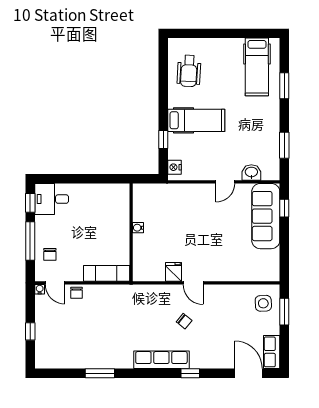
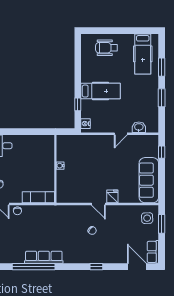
wheelchair: (189, 71) -> (107, 48), moved, turned 87
window: (284, 145) -> (162, 98), moved
sofa: (266, 216) -> (149, 180), moved
fridge: (173, 272) -> (112, 196), moved
row of seats: (161, 360) -> (44, 257), moved
window: (100, 373) -> (34, 267), width x2.11

